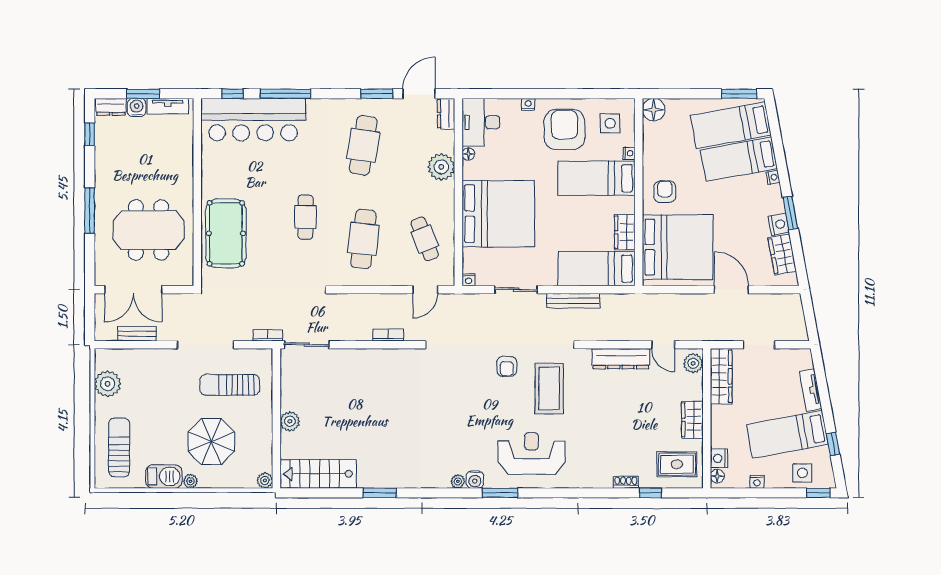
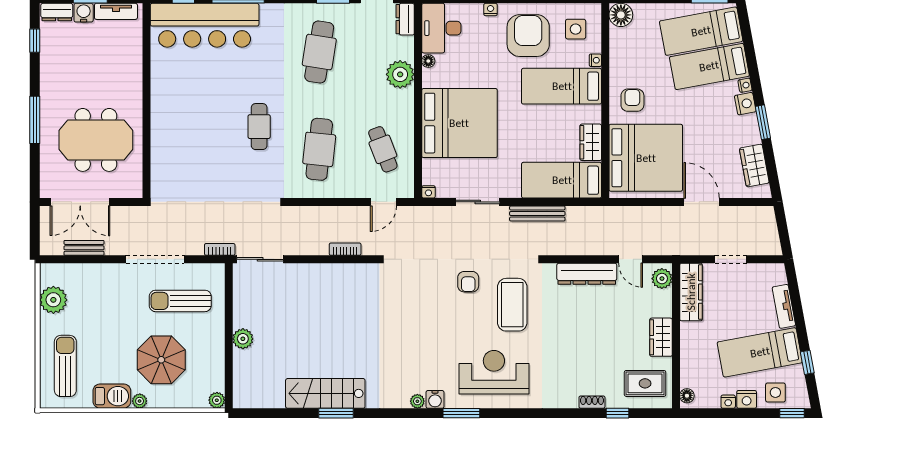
nightstand: (779, 224) -> (745, 104), moved
pool table: (226, 233) -> (176, 144), removed
nightstand: (719, 458) -> (747, 399), moved, turned -90
stairs: (318, 474) -> (325, 393), moved

